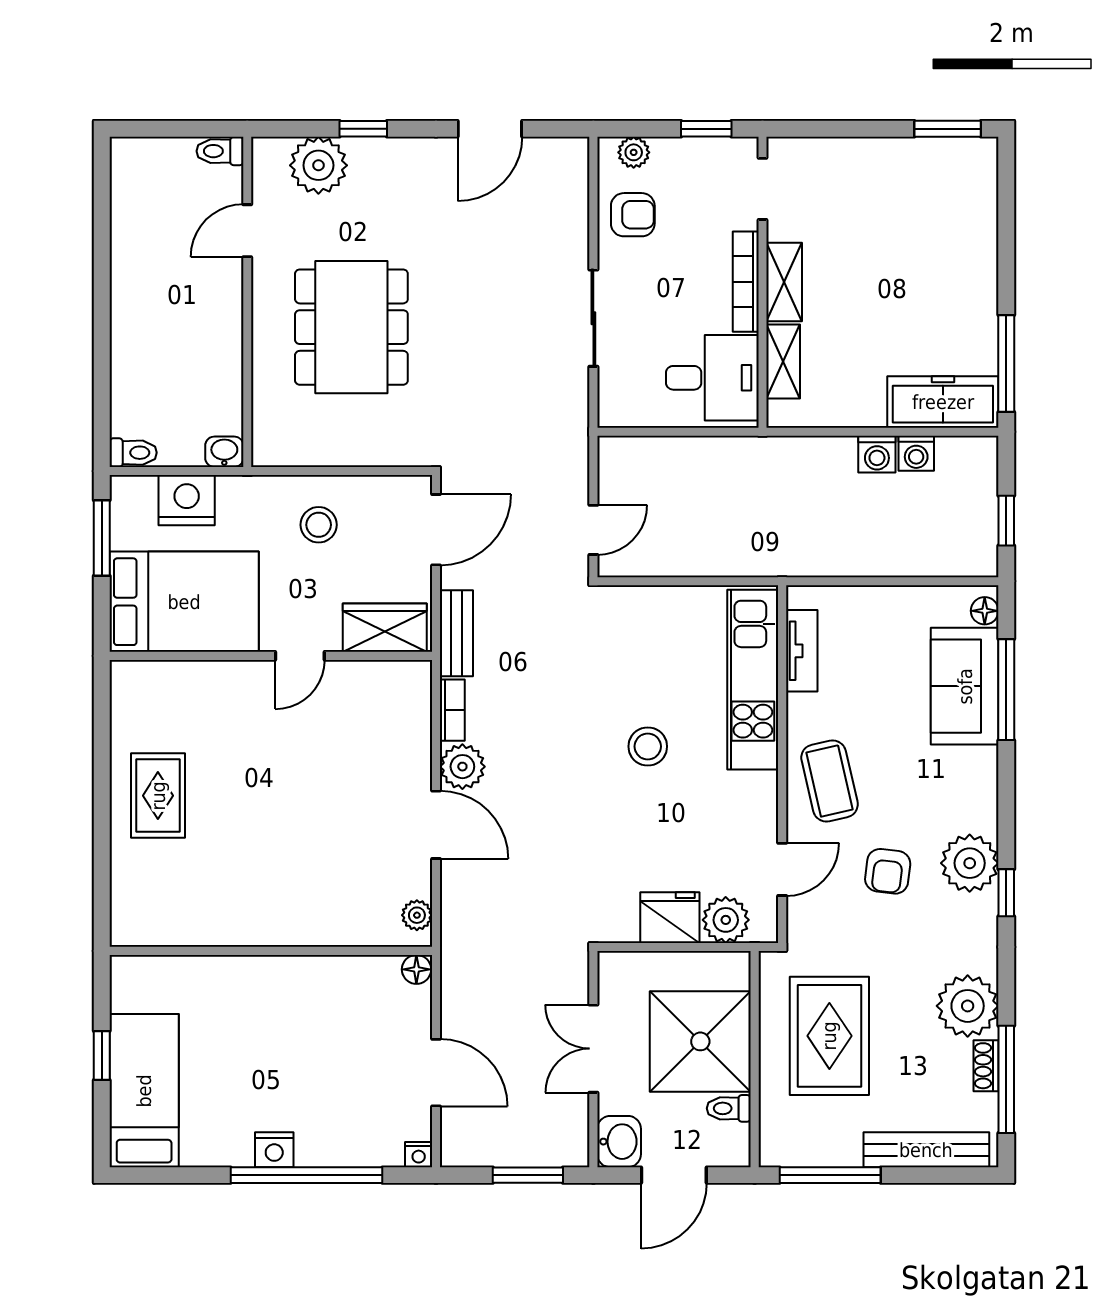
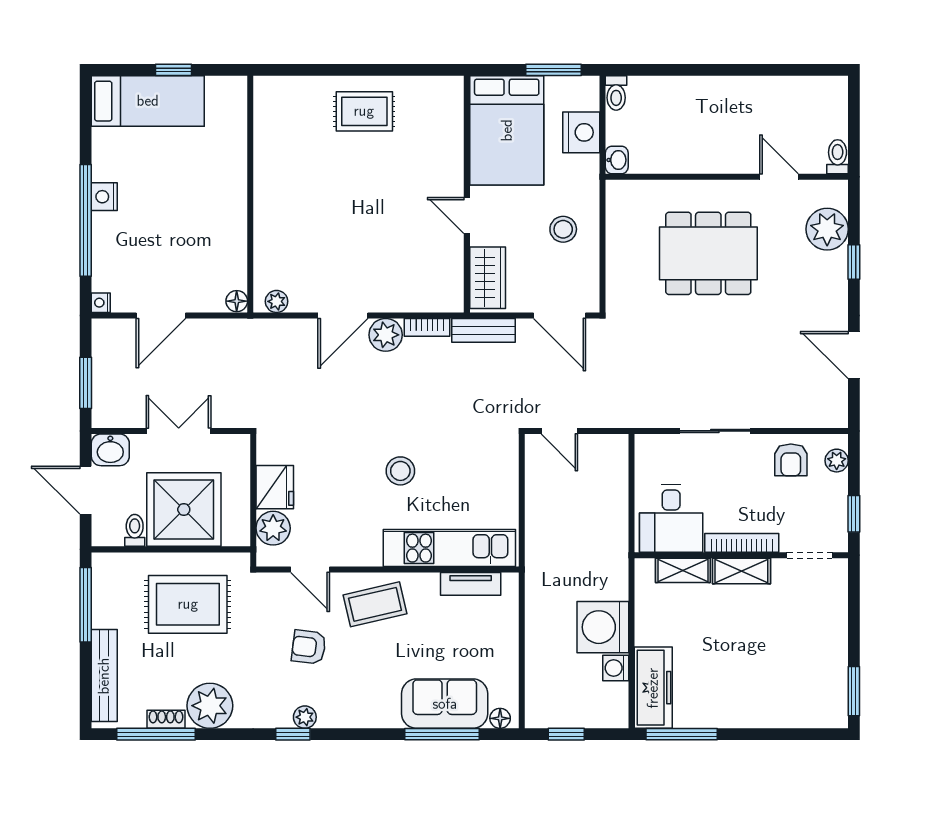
washing machine: (877, 454) -> (603, 627), width x1.89, depth x1.89
plant: (970, 863) -> (305, 717), width x0.53, depth x0.53

